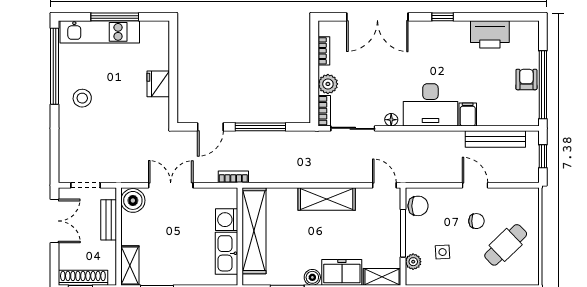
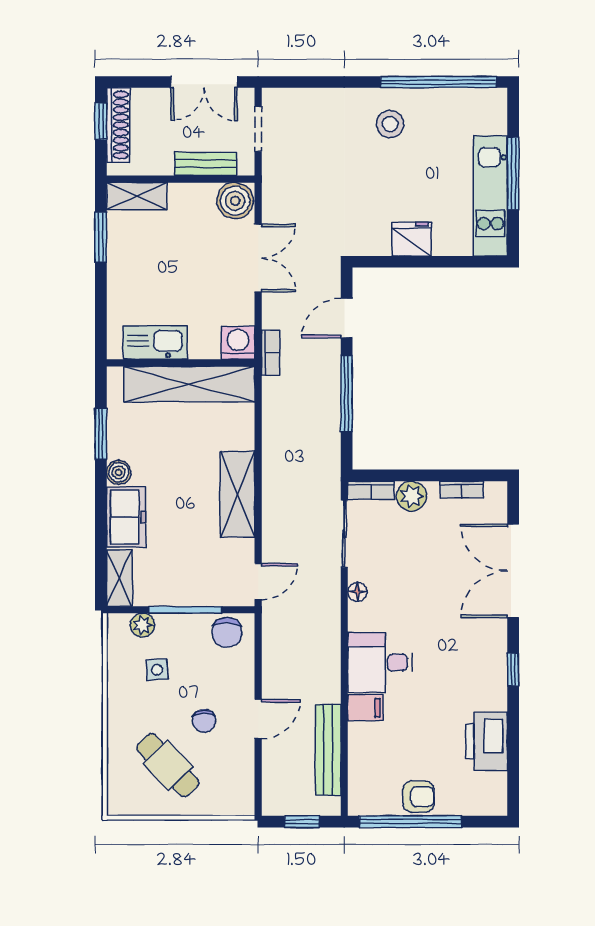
kitchen unit: (100, 32) -> (490, 196), moved
desk: (430, 105) -> (380, 662), width x0.73
door: (210, 127) -> (347, 318), hinge flipped
washing machine: (227, 220) -> (238, 343), moved

